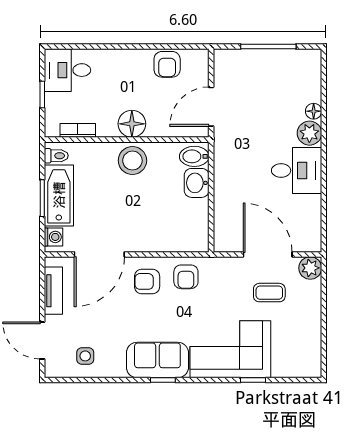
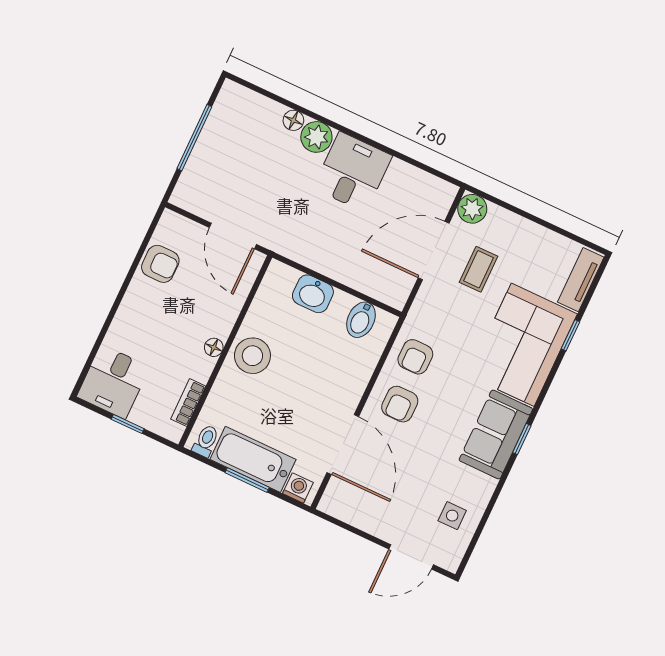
floor lamp: (132, 124) -> (214, 347), width x0.53, depth x0.53
bidet: (194, 156) -> (361, 320), moved
armchair: (186, 277) -> (415, 357), turned 90
tv unit: (53, 291) -> (581, 280), moved, turned -90

